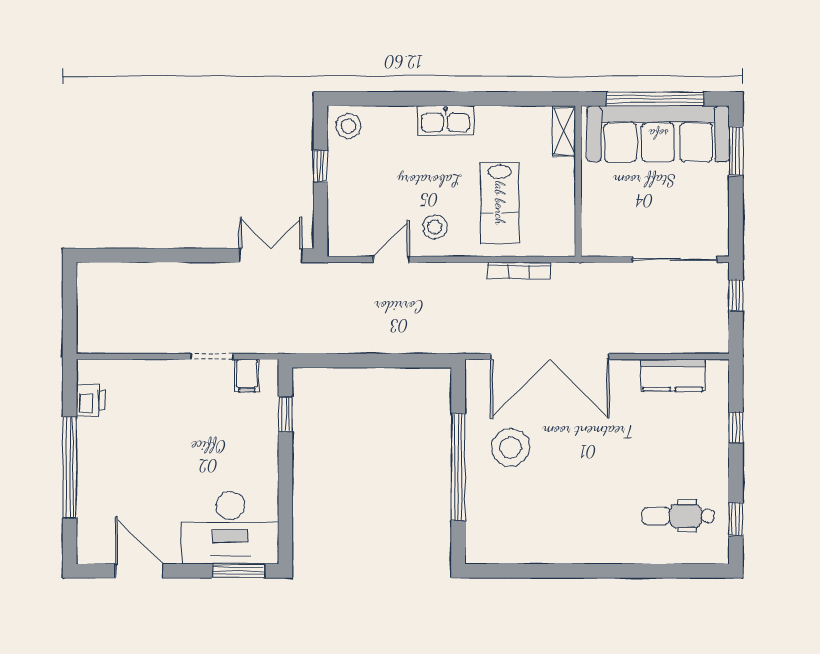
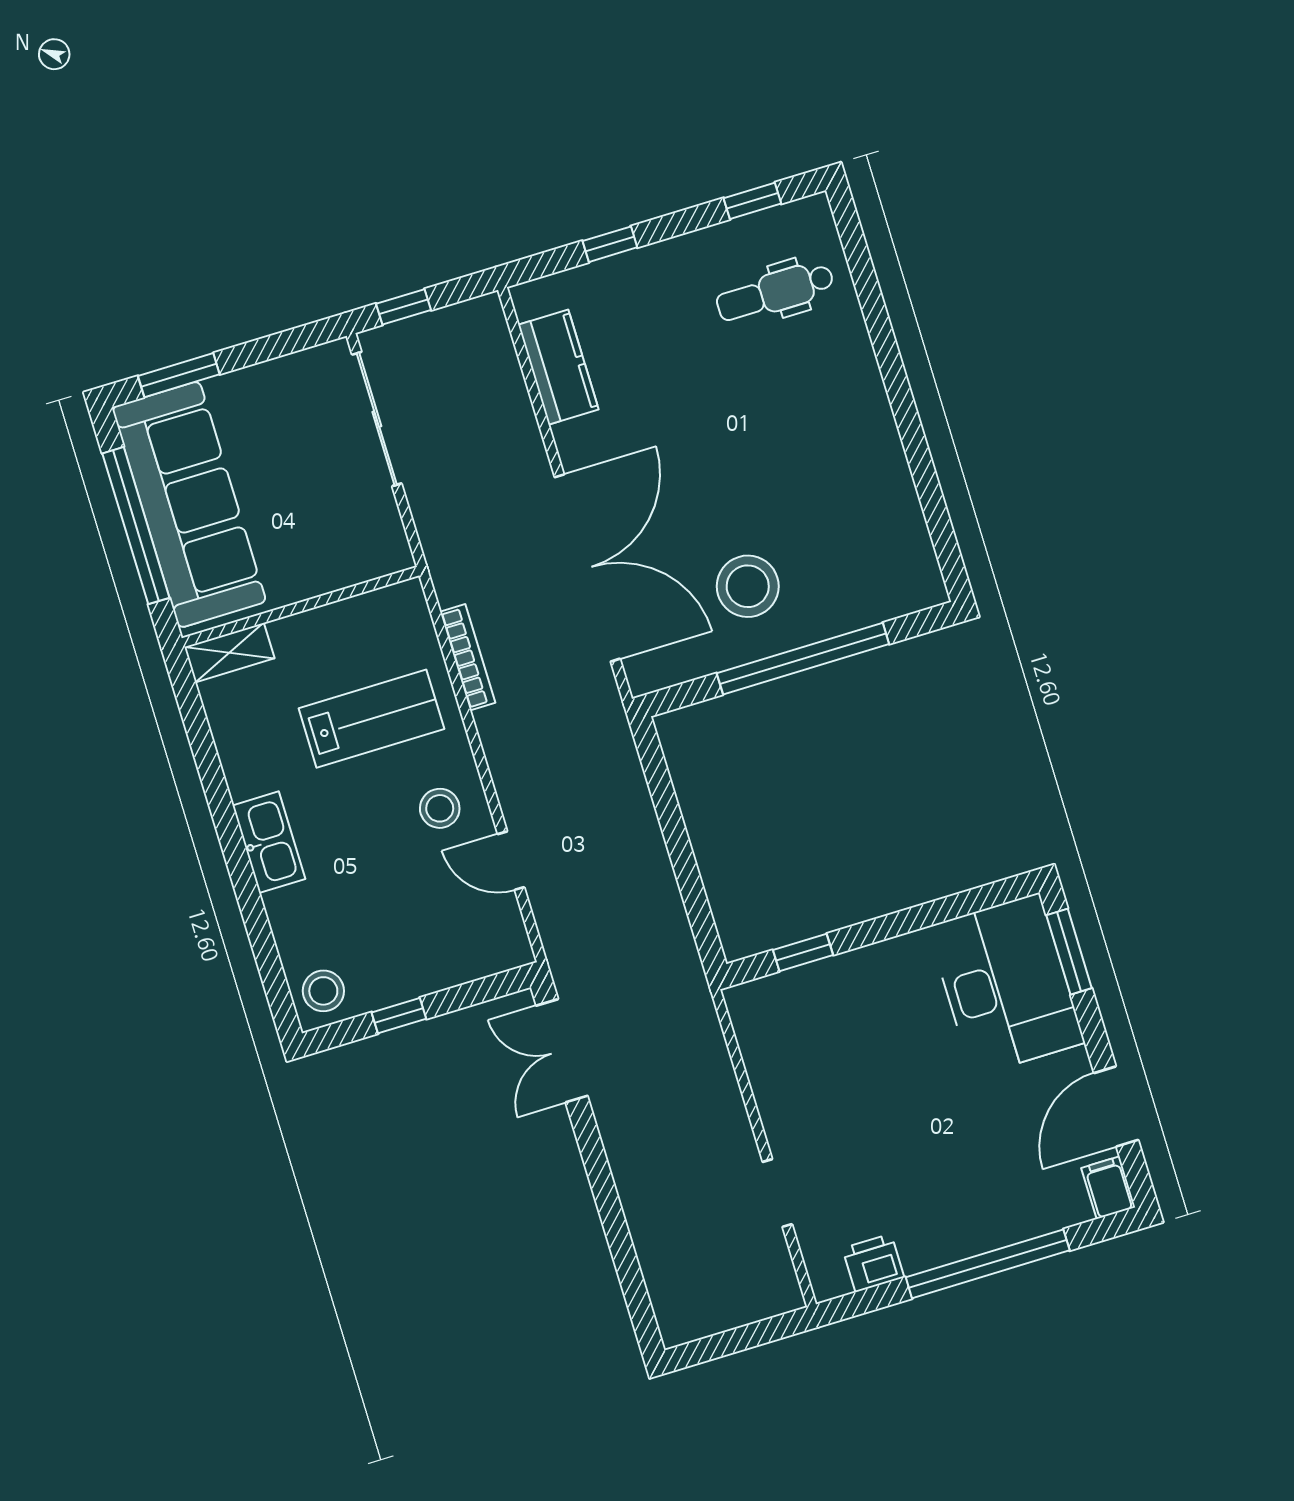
doorway: (212, 356) -> (777, 1193), moved
filing cabinet: (247, 376) -> (1108, 1188), moved, turned -90
dental chair: (678, 516) -> (775, 292), turned 90

